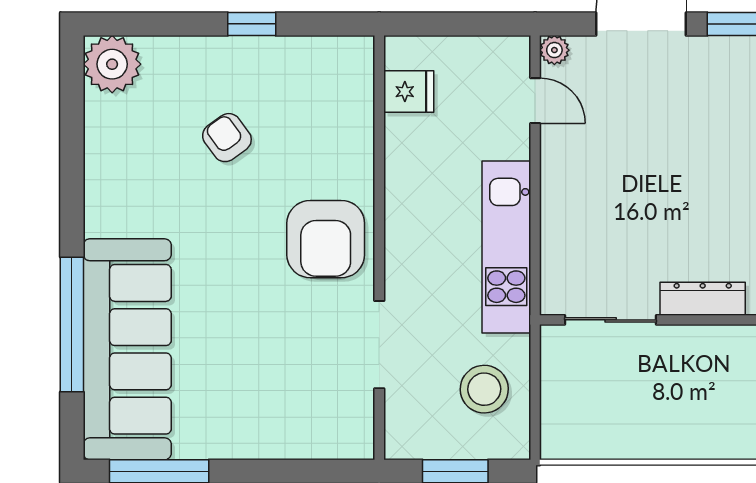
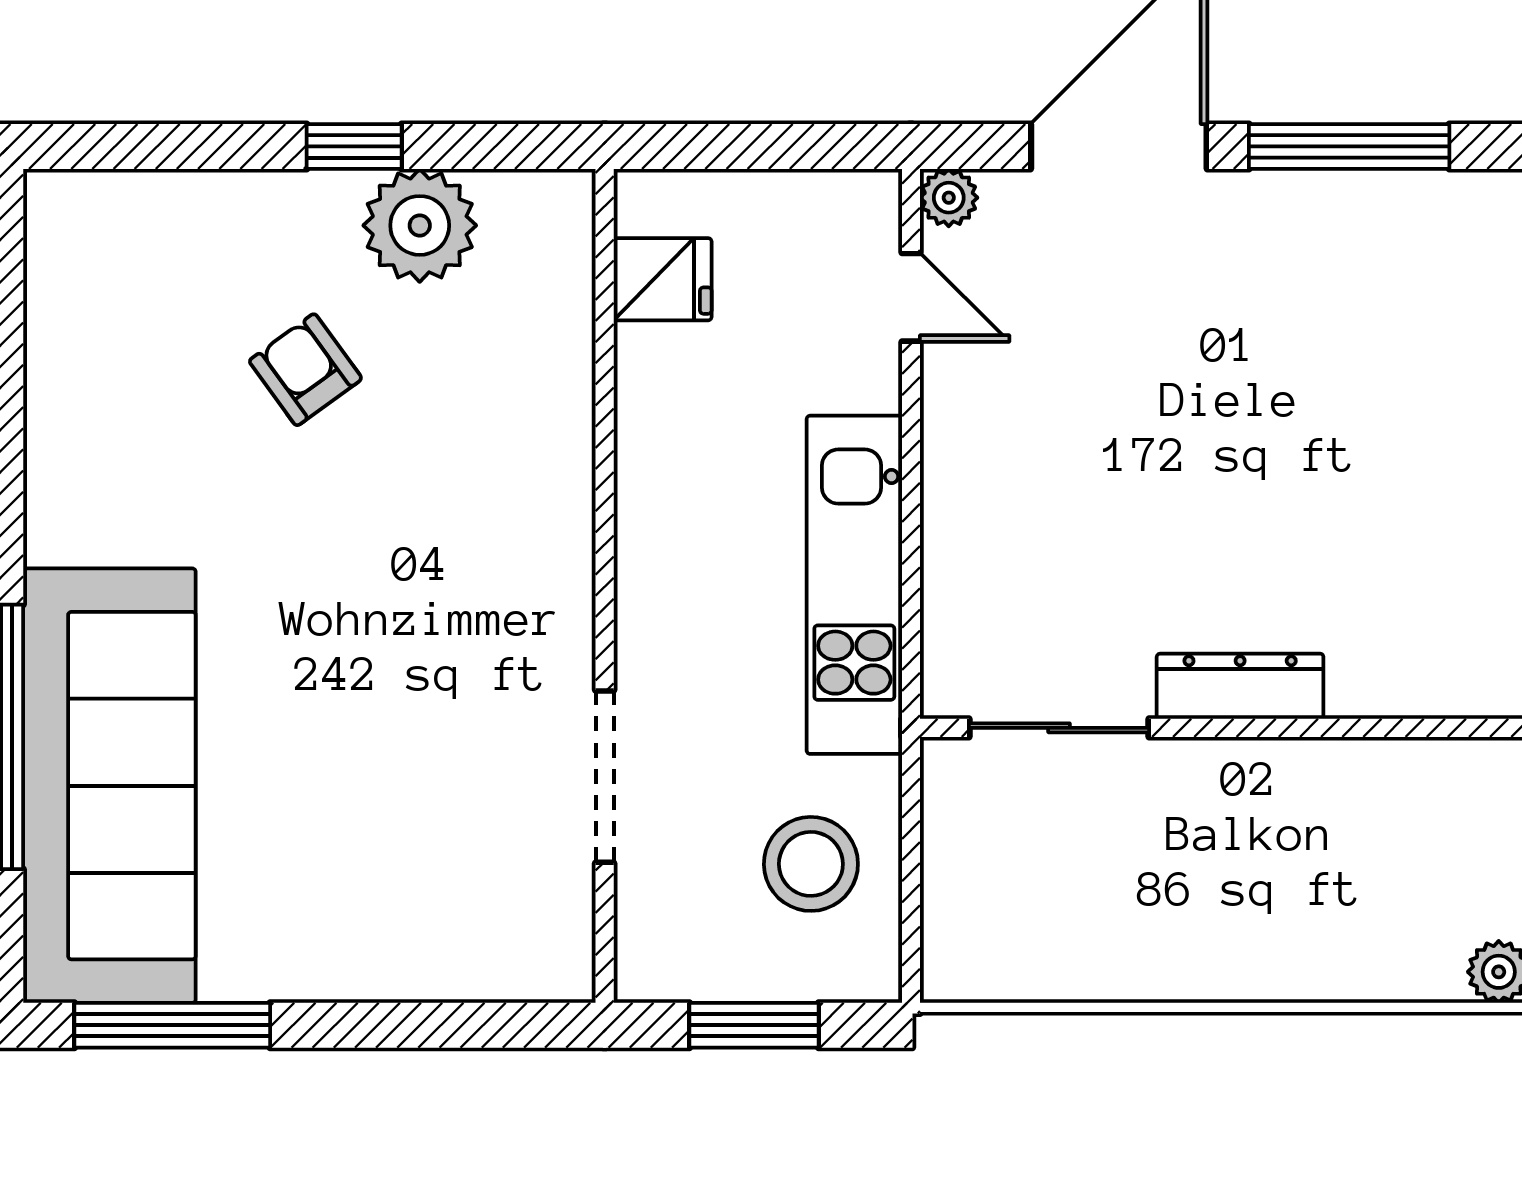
plant: (112, 64) -> (420, 225), moved
armchair: (326, 239) -> (499, 569), removed

